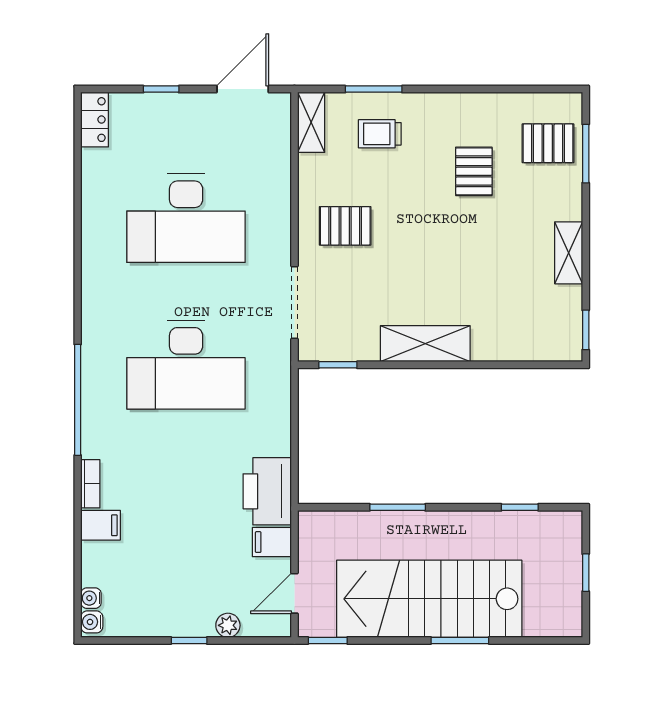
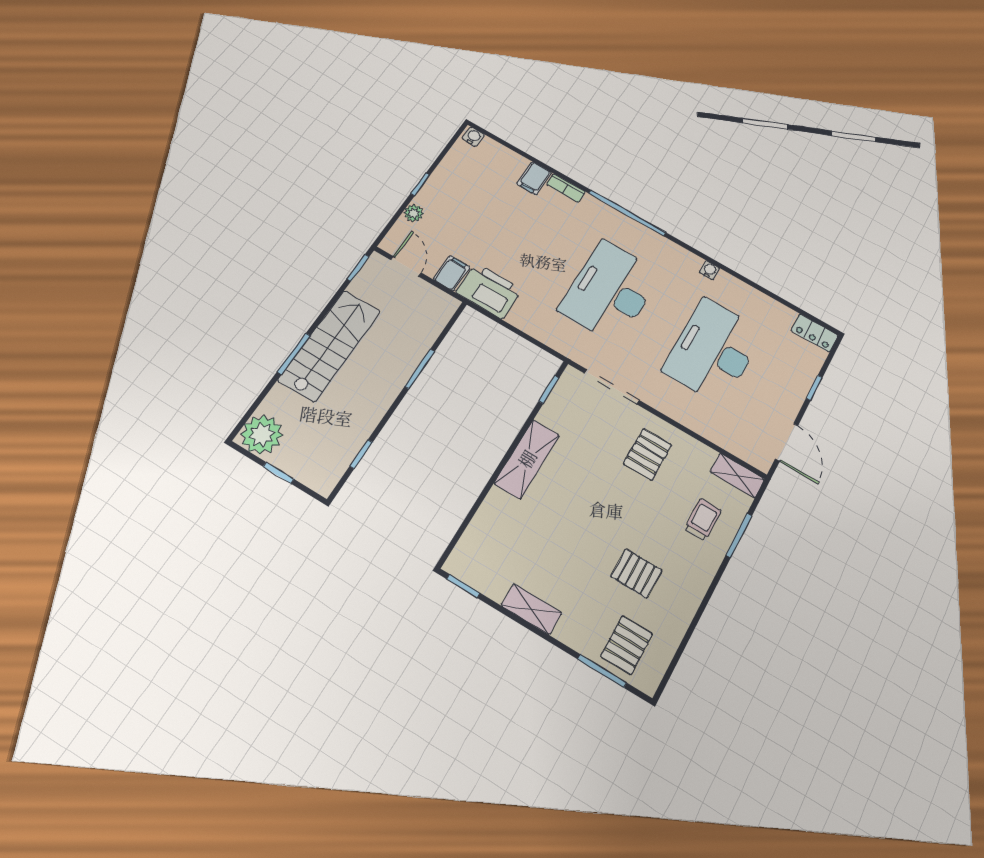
water cooler: (91, 598) -> (709, 270), moved
stairs: (429, 599) -> (330, 345), width x0.73, depth x0.66
plant: (559, 614) -> (262, 435), added

